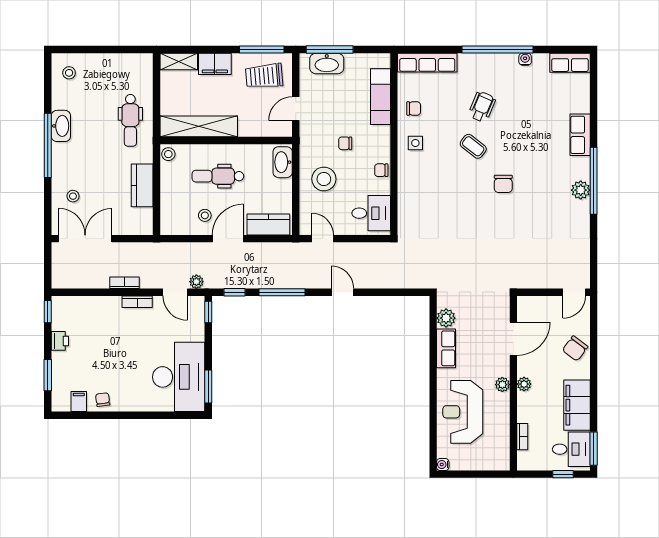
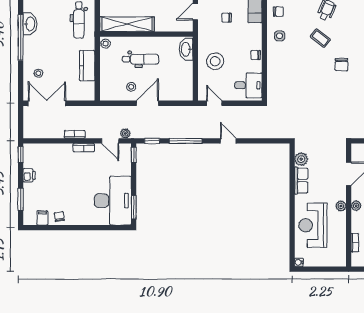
chair: (345, 143) -> (227, 18), moved
dental chair: (218, 176) -> (140, 59), turned 180
kitchen counter: (268, 225) -> (176, 93), removed

